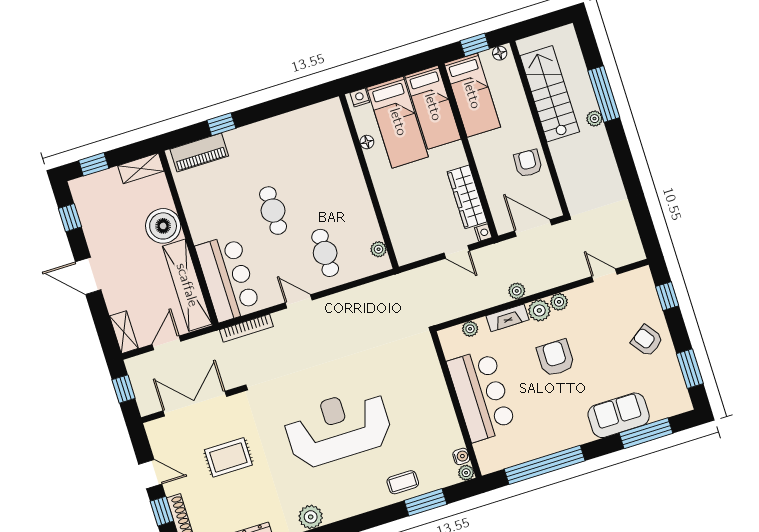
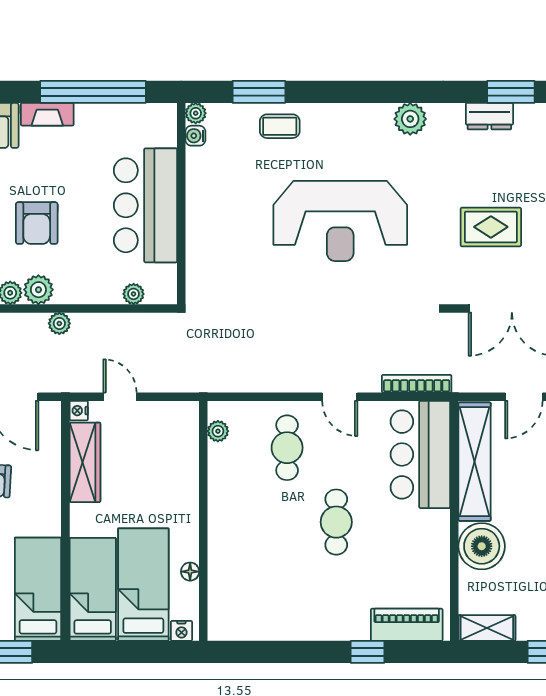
fireplace: (508, 318) -> (47, 114), moved, turned 180

